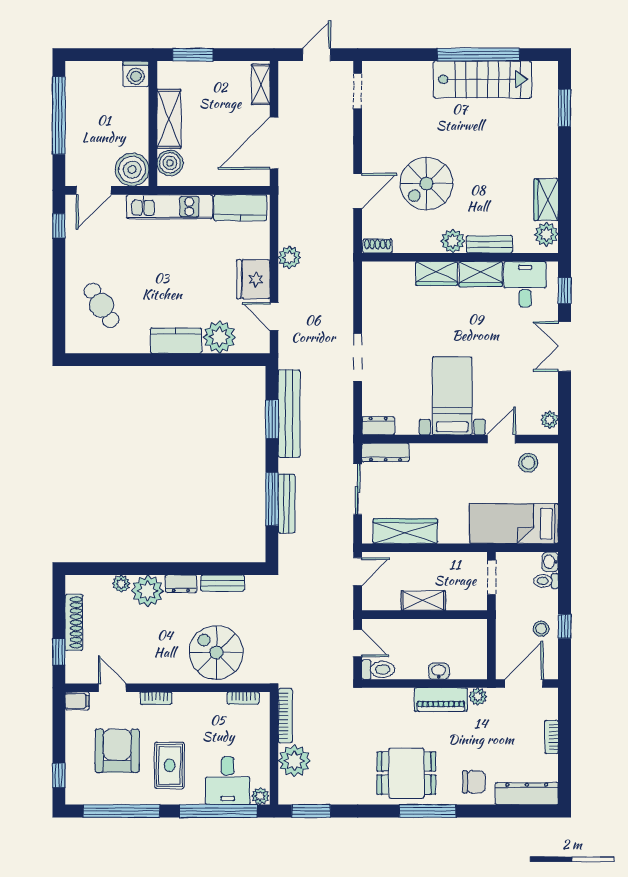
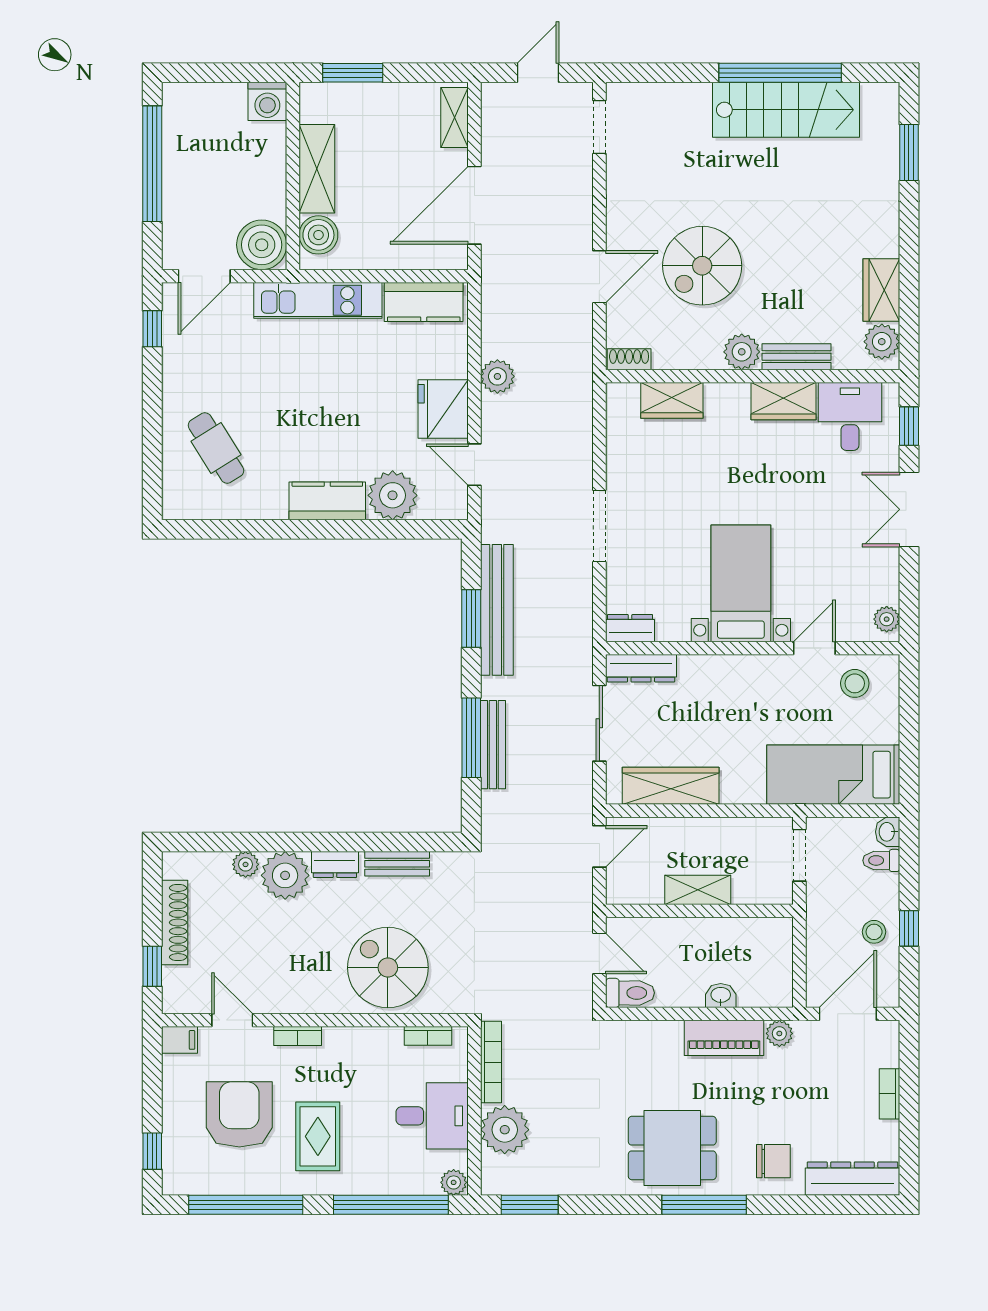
wardrobe: (437, 274) -> (672, 400), moved
desk: (228, 781) -> (432, 1116), moved, turned -90

